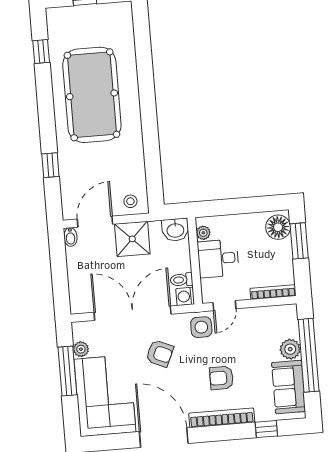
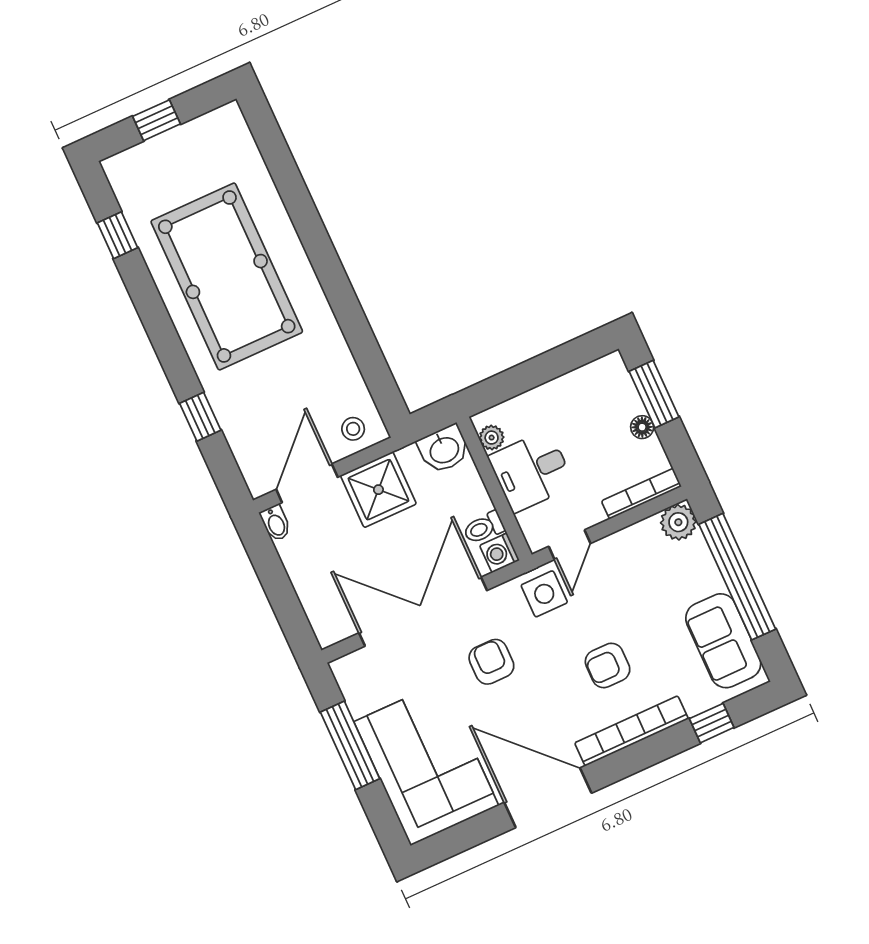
floor lamp: (278, 227) -> (642, 427), moved, width x0.53, depth x0.53
plant: (81, 349) -> (359, 701), removed
plant: (290, 349) -> (678, 522), moved
armchair: (160, 353) -> (491, 662), turned -114

